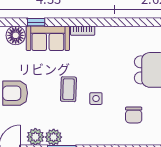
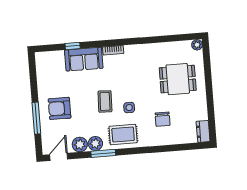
floor lamp: (16, 35) -> (56, 59), removed
rug: (86, 129) -> (123, 135), added

